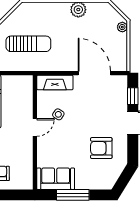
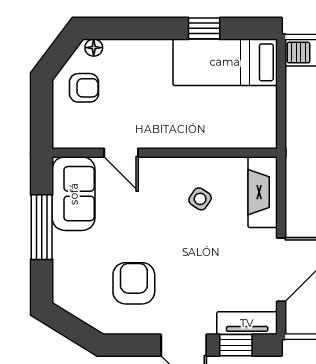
tv unit: (122, 90) -> (247, 323), added
door: (35, 127) -> (121, 153), moved

